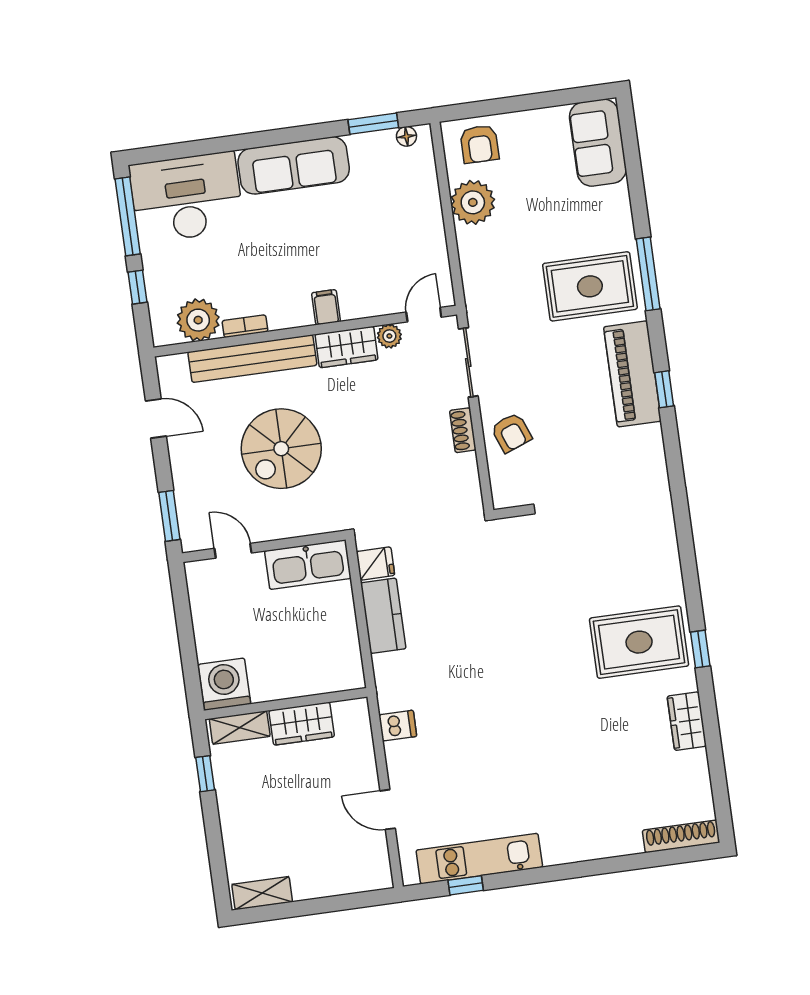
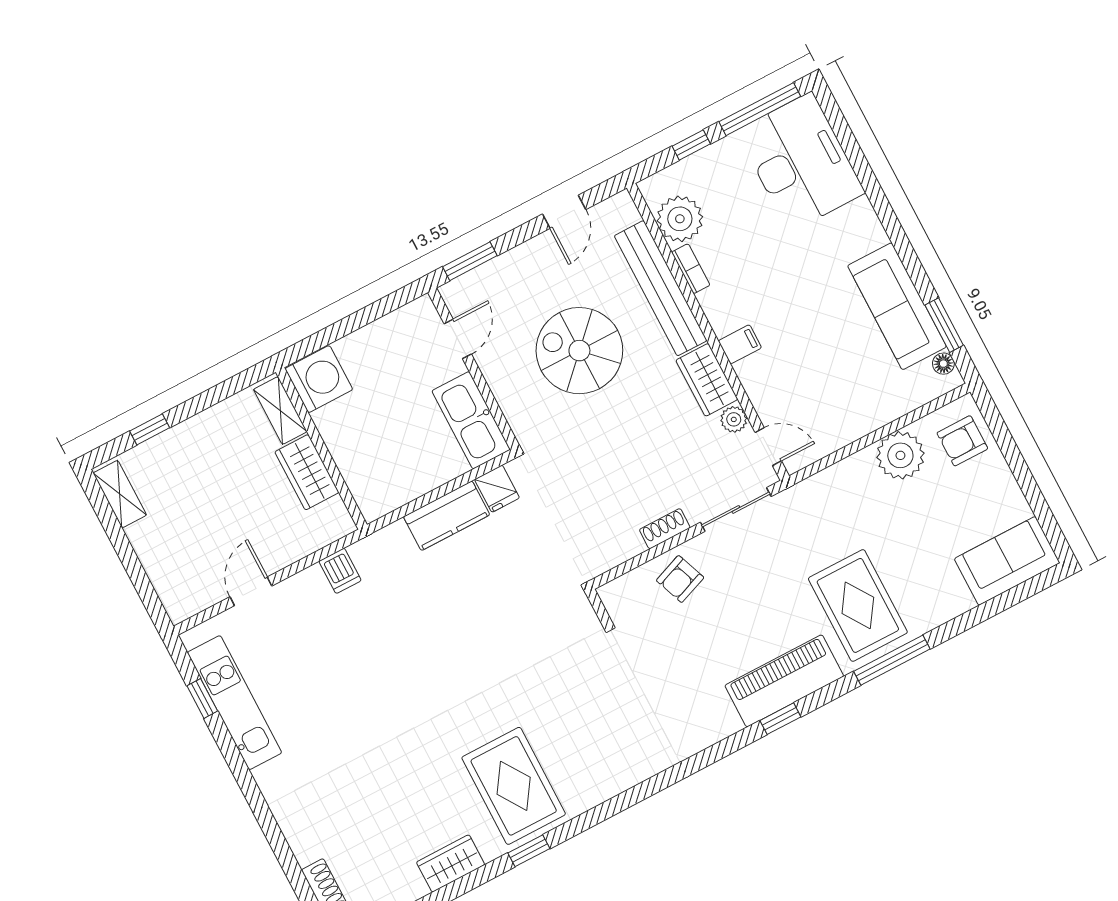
sofa: (294, 165) -> (897, 306), moved
window: (205, 774) -> (150, 429), moved

